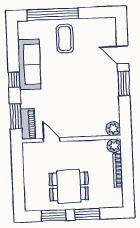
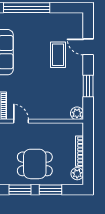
coffee table: (65, 39) -> (58, 55), moved
window: (124, 83) -> (88, 86), moved
plant: (114, 146) -> (77, 174), moved

